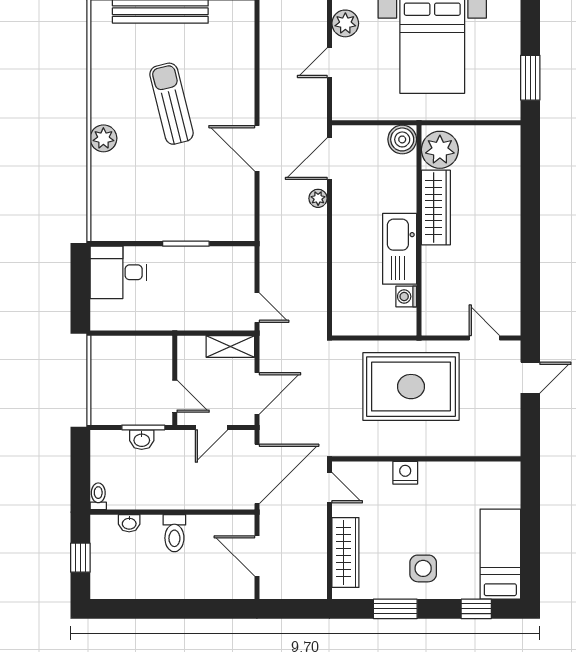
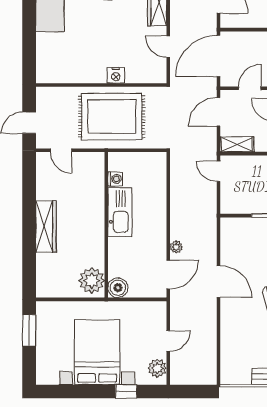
wardrobe: (436, 208) -> (46, 226), moved, turned 180
wall: (426, 459) -> (101, 85), moved
nightstand: (405, 473) -> (116, 75), moved

